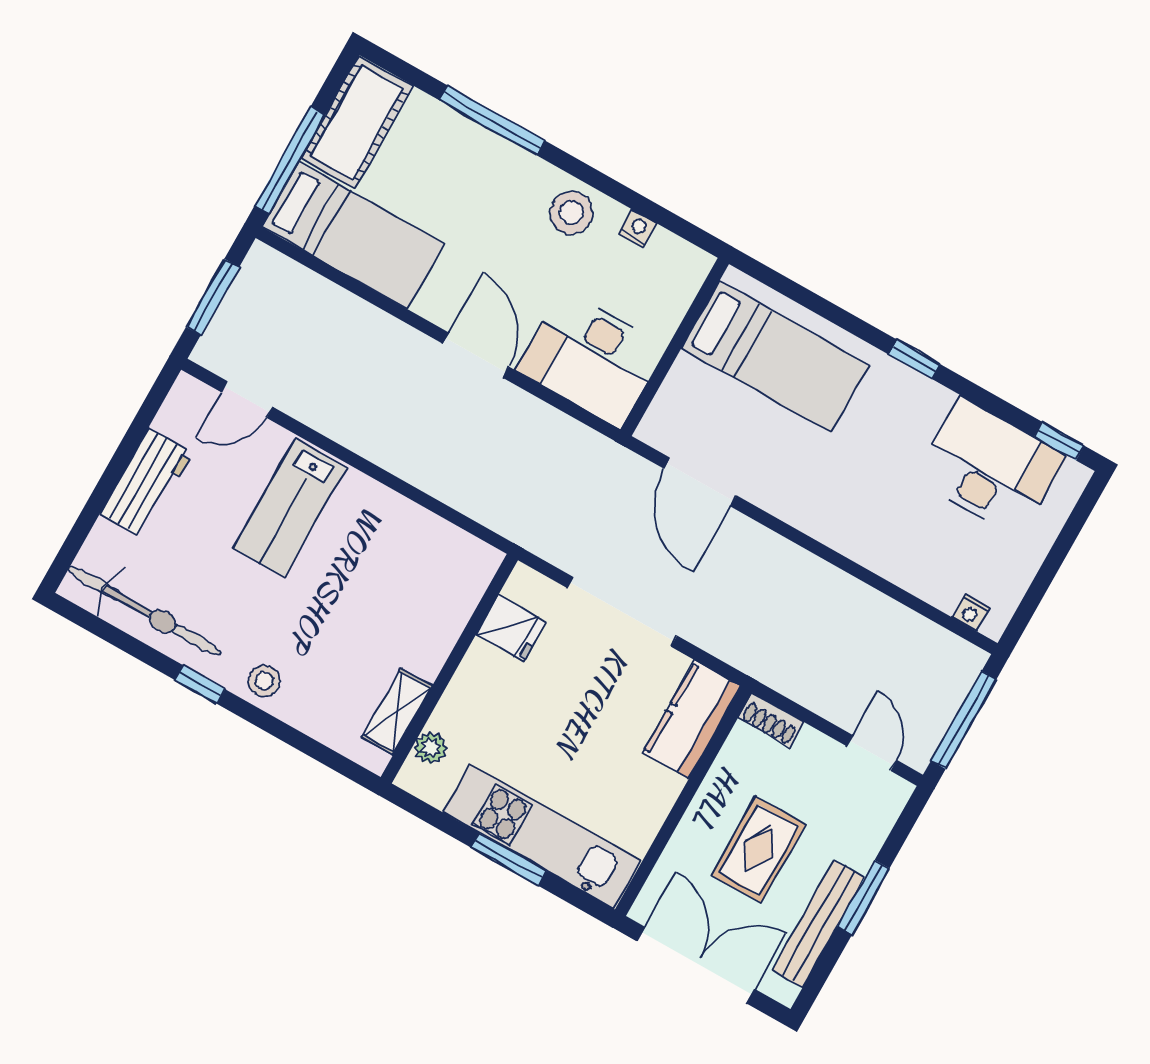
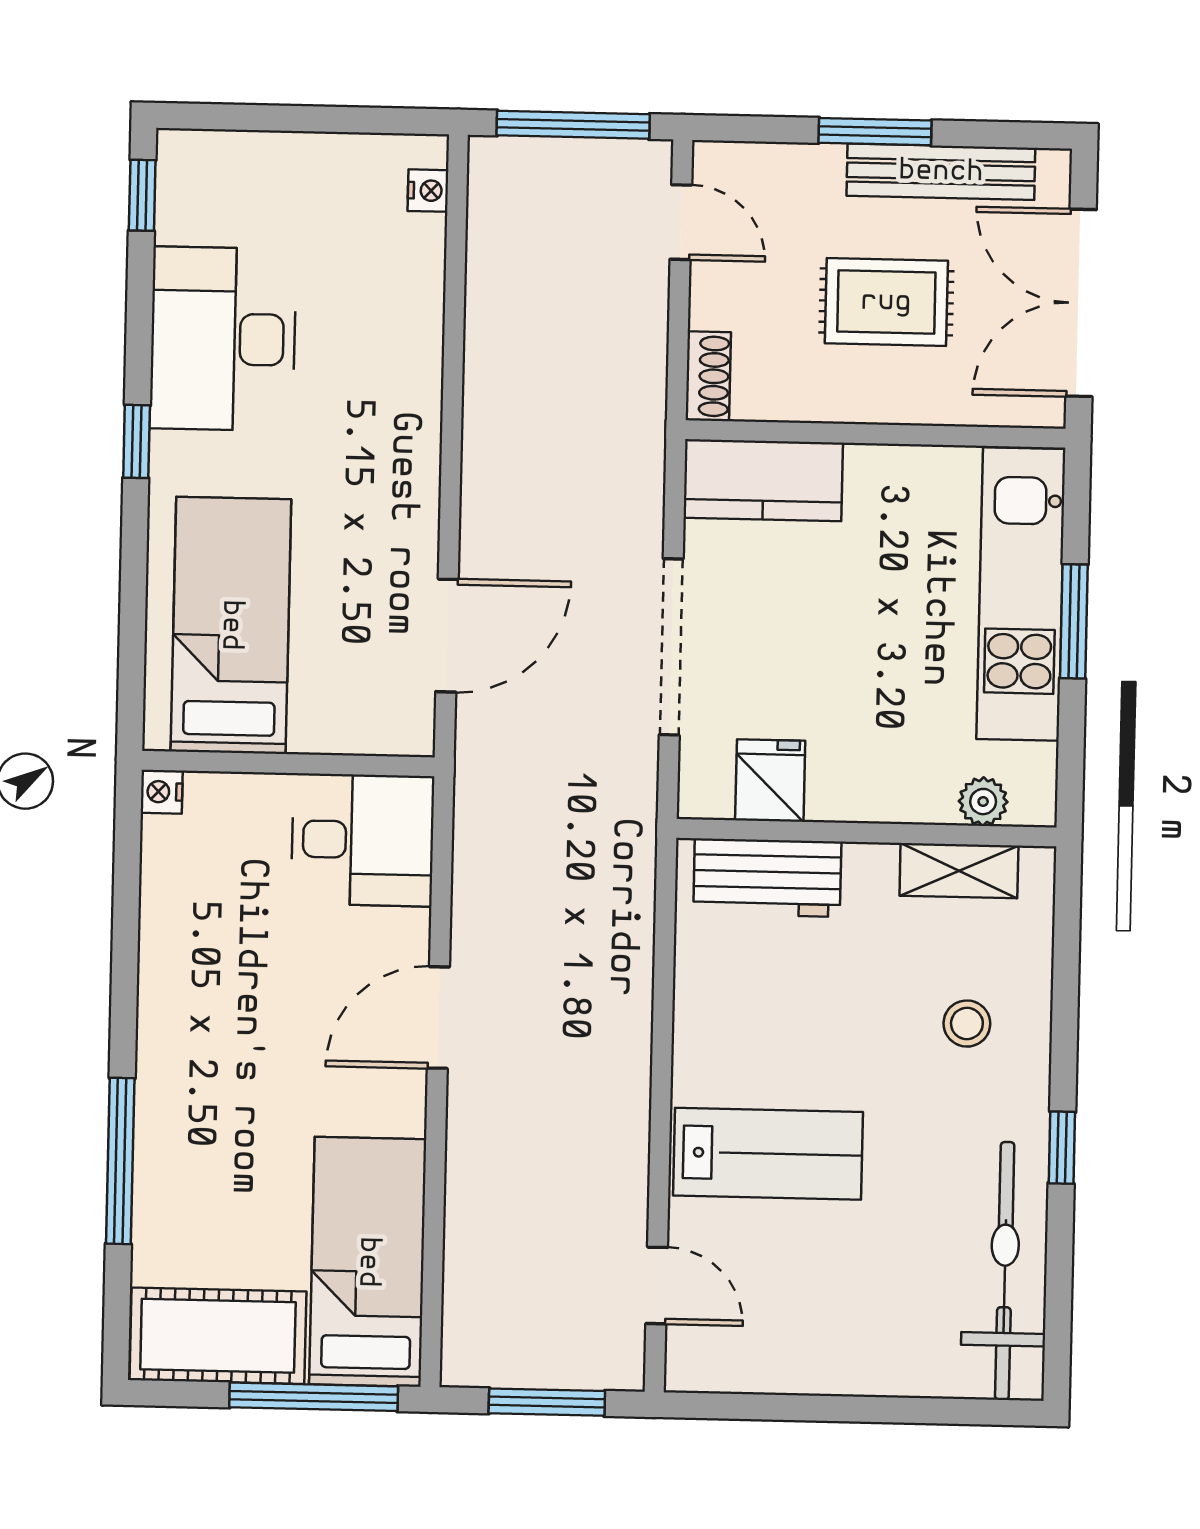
stool: (571, 213) -> (186, 993), removed
nightstand: (638, 228) -> (162, 792), moved
desk: (591, 359) -> (363, 840), width x0.73
desk: (990, 467) -> (223, 339), moved
workbench: (146, 483) -> (767, 878), moved, turned 180
stool: (264, 681) -> (967, 1024), moved
door: (871, 753) -> (681, 222), swing flipped

